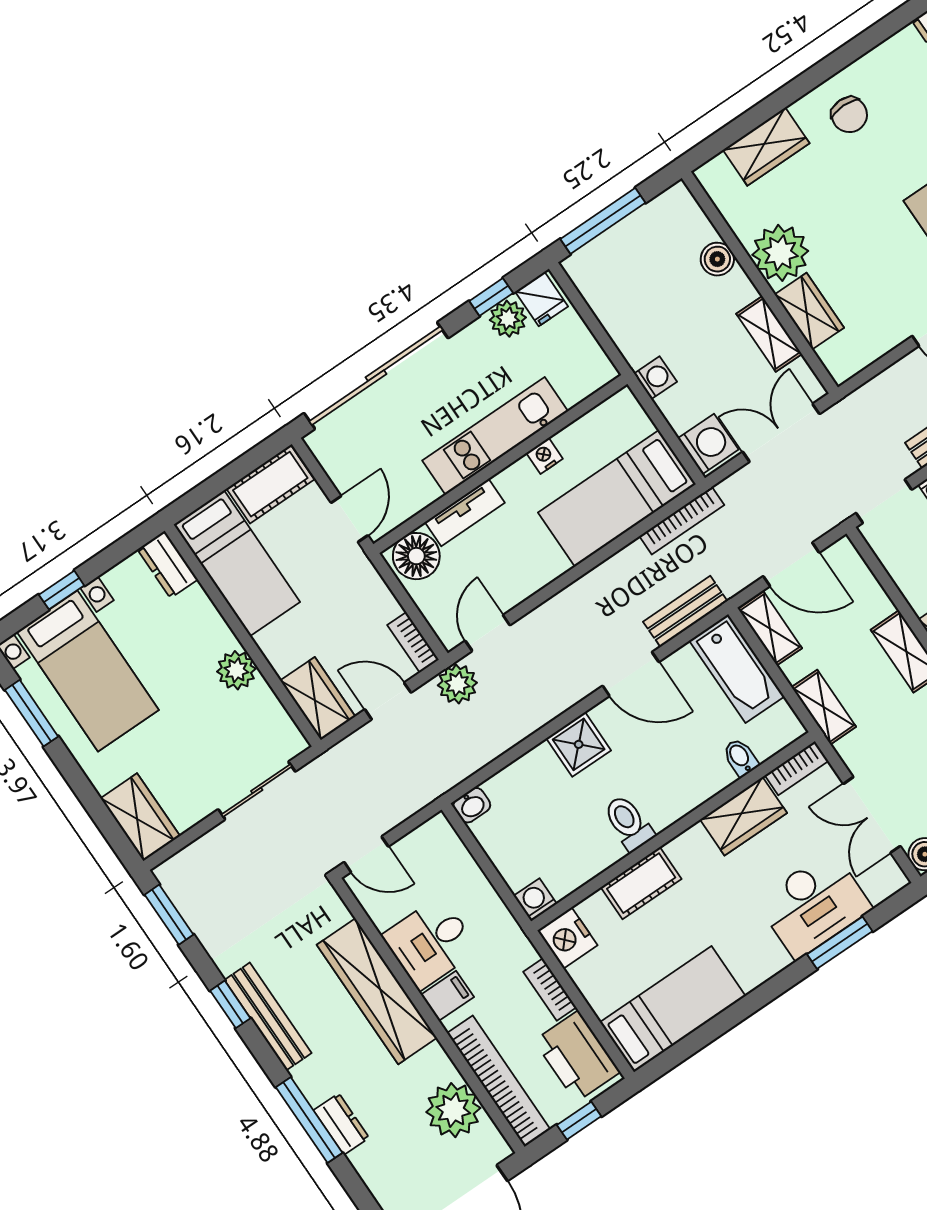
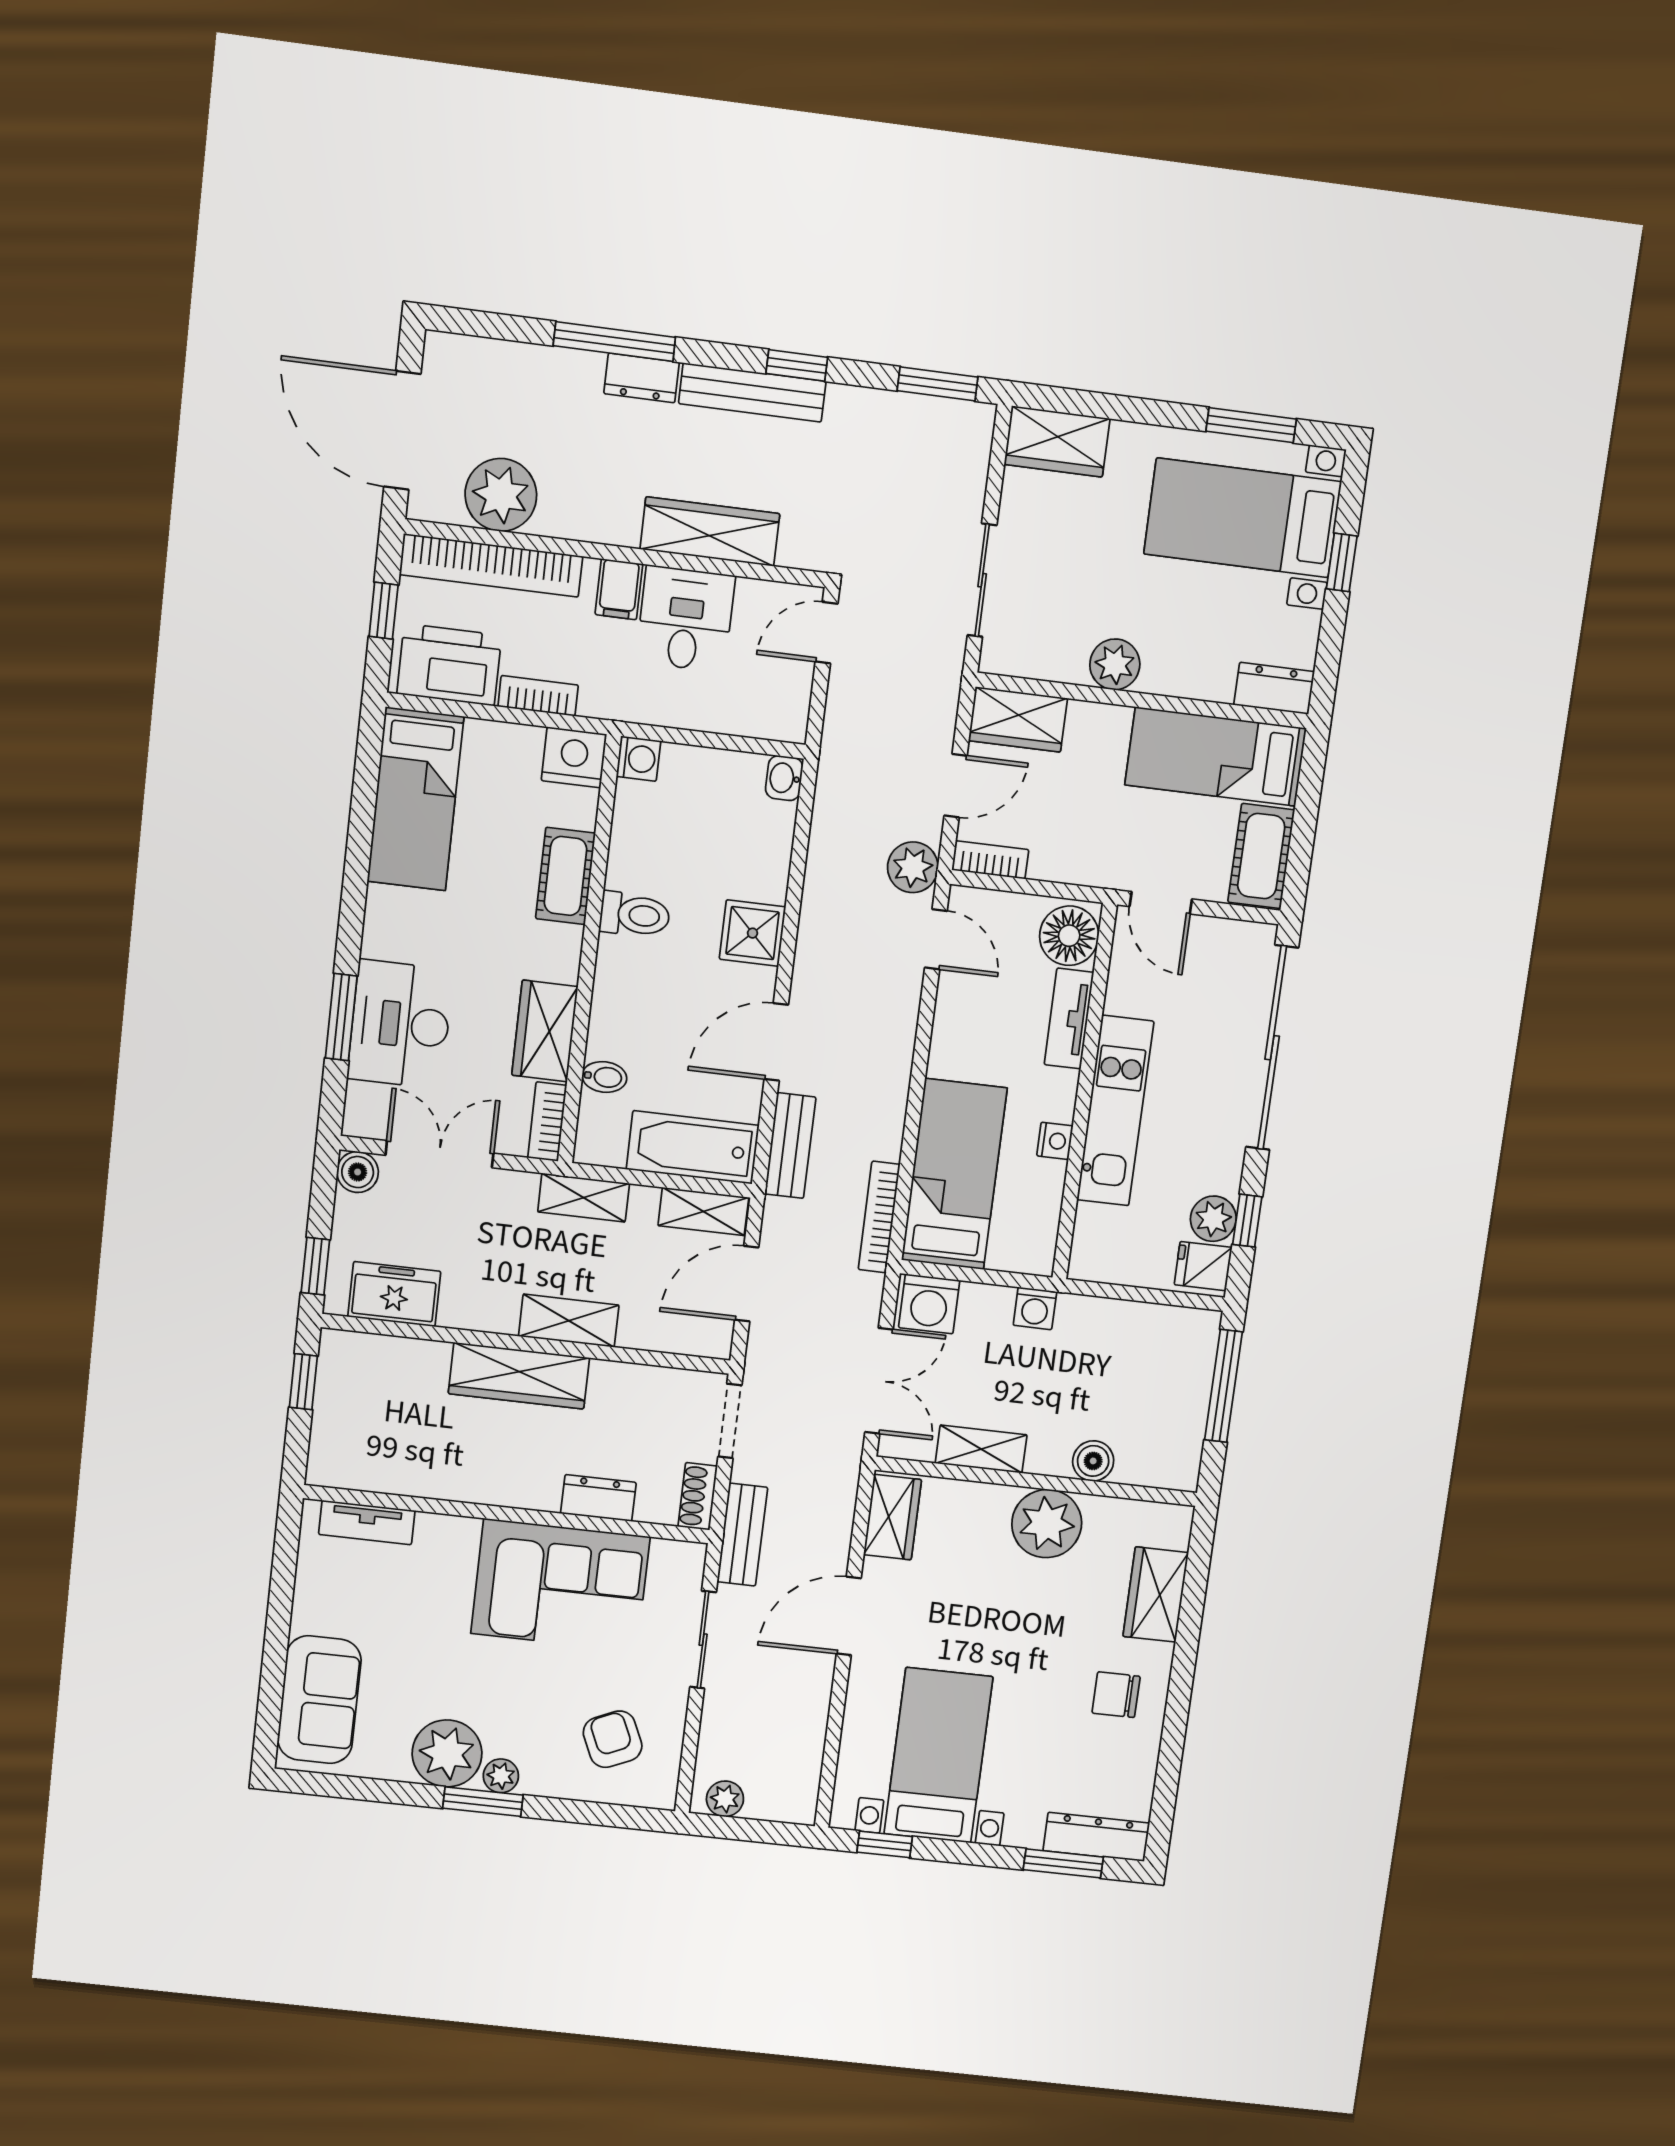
wardrobe: (809, 311) -> (892, 1517), moved, turned -90
wardrobe: (377, 991) -> (710, 531), width x0.71, depth x0.85
dresser: (341, 1124) -> (642, 378), moved

